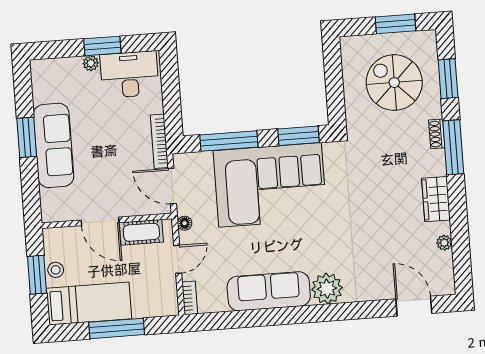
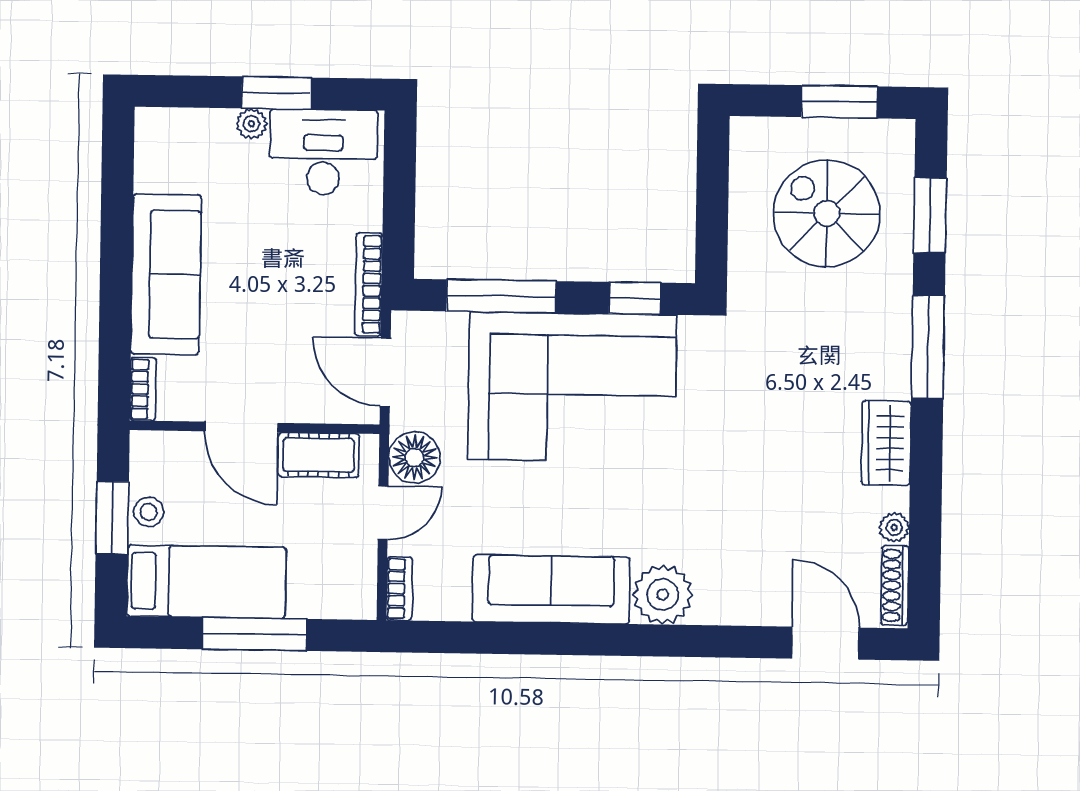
shoe rack: (437, 134) -> (895, 585), moved, width x1.43
window: (298, 136) -> (635, 298), width x0.67
window: (27, 137) -> (116, 254), removed
bookcase: (47, 206) -> (143, 389), added
floor lamp: (185, 223) -> (414, 457), width x1.89, depth x1.89

